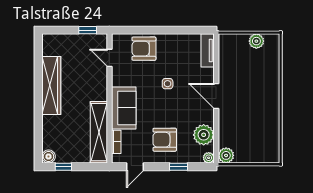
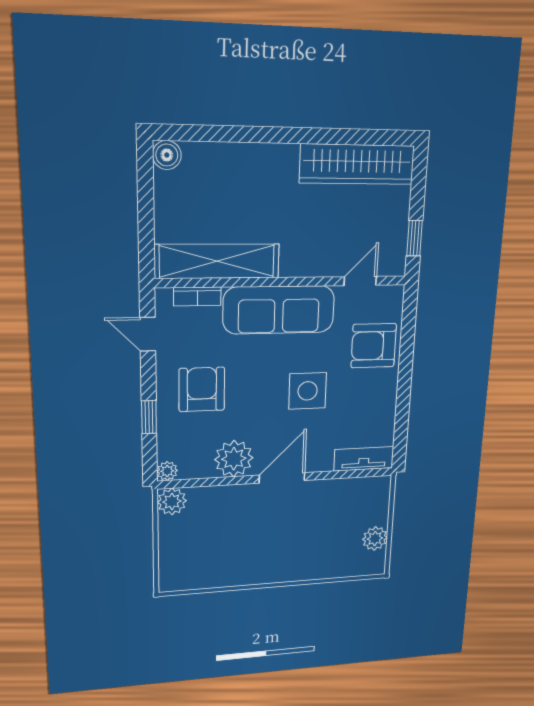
armchair: (144, 49) -> (374, 346), turned -90
side table: (168, 84) -> (308, 391), width x1.87, depth x1.87
wardrobe: (51, 85) -> (357, 164), moved
sofa: (124, 108) -> (279, 310), width x1.36
plant: (204, 135) -> (234, 459), moved
window: (63, 167) -> (145, 187), removed

